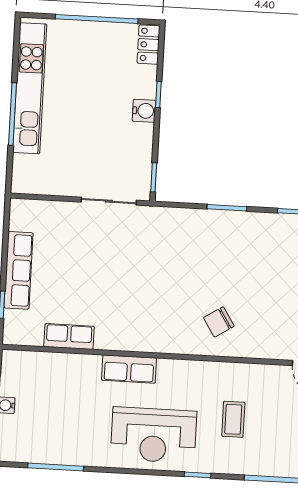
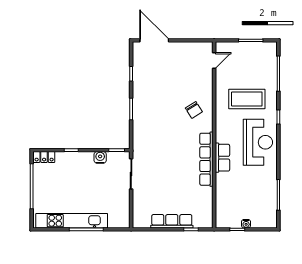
water cooler: (144, 111) -> (100, 157), moved
row of seats: (69, 336) -> (206, 159), moved, width x2.02
coffee table: (233, 419) -> (247, 99), width x1.86, depth x1.72

